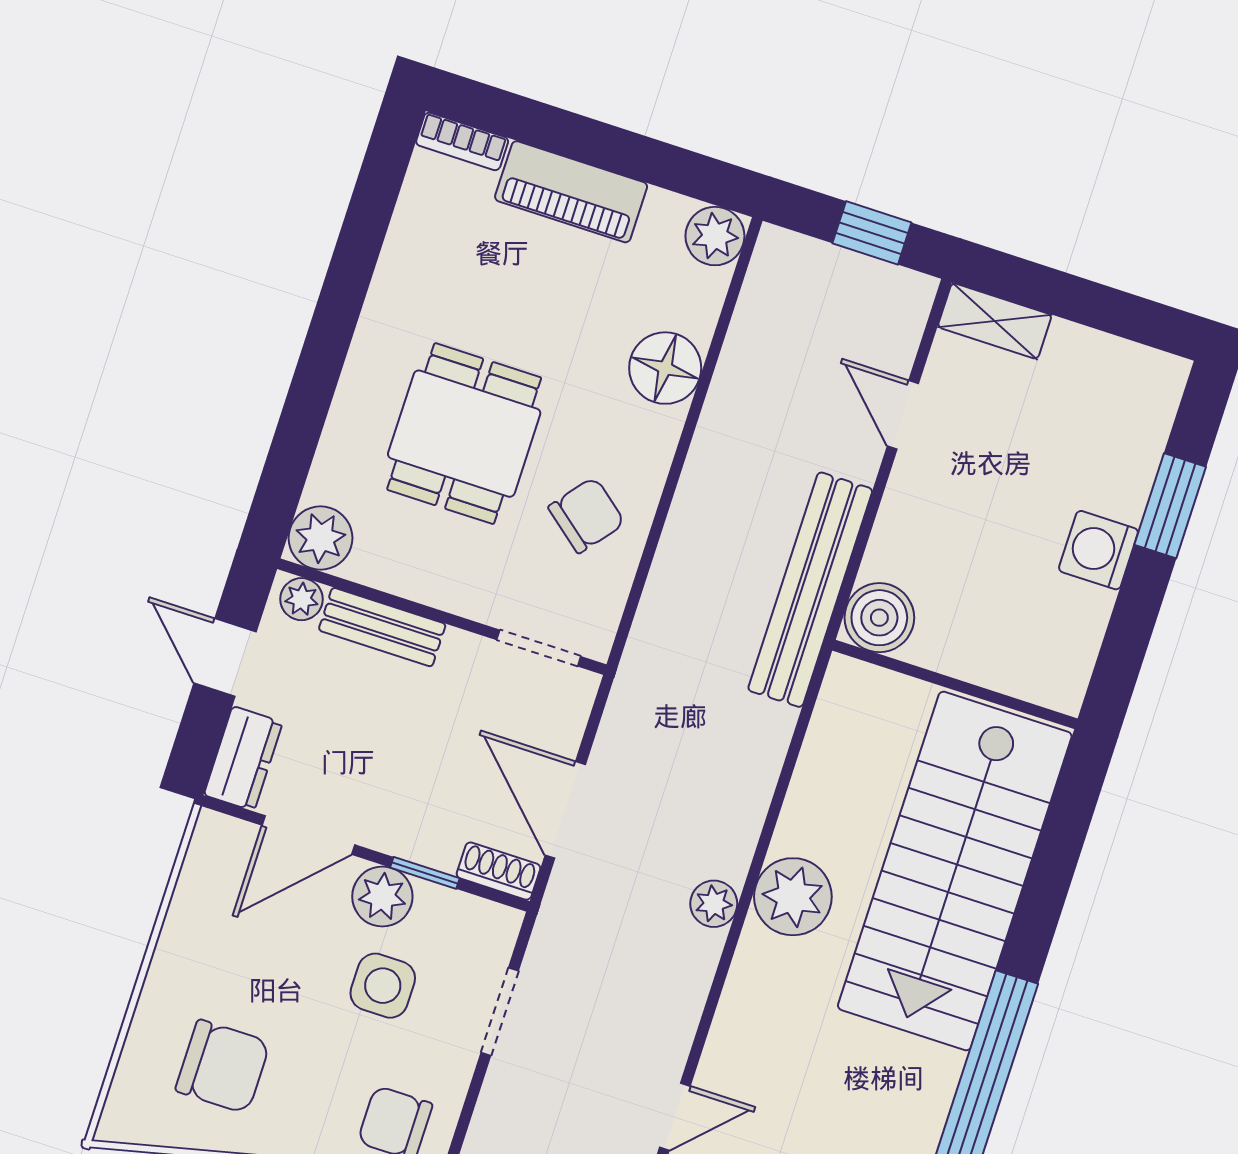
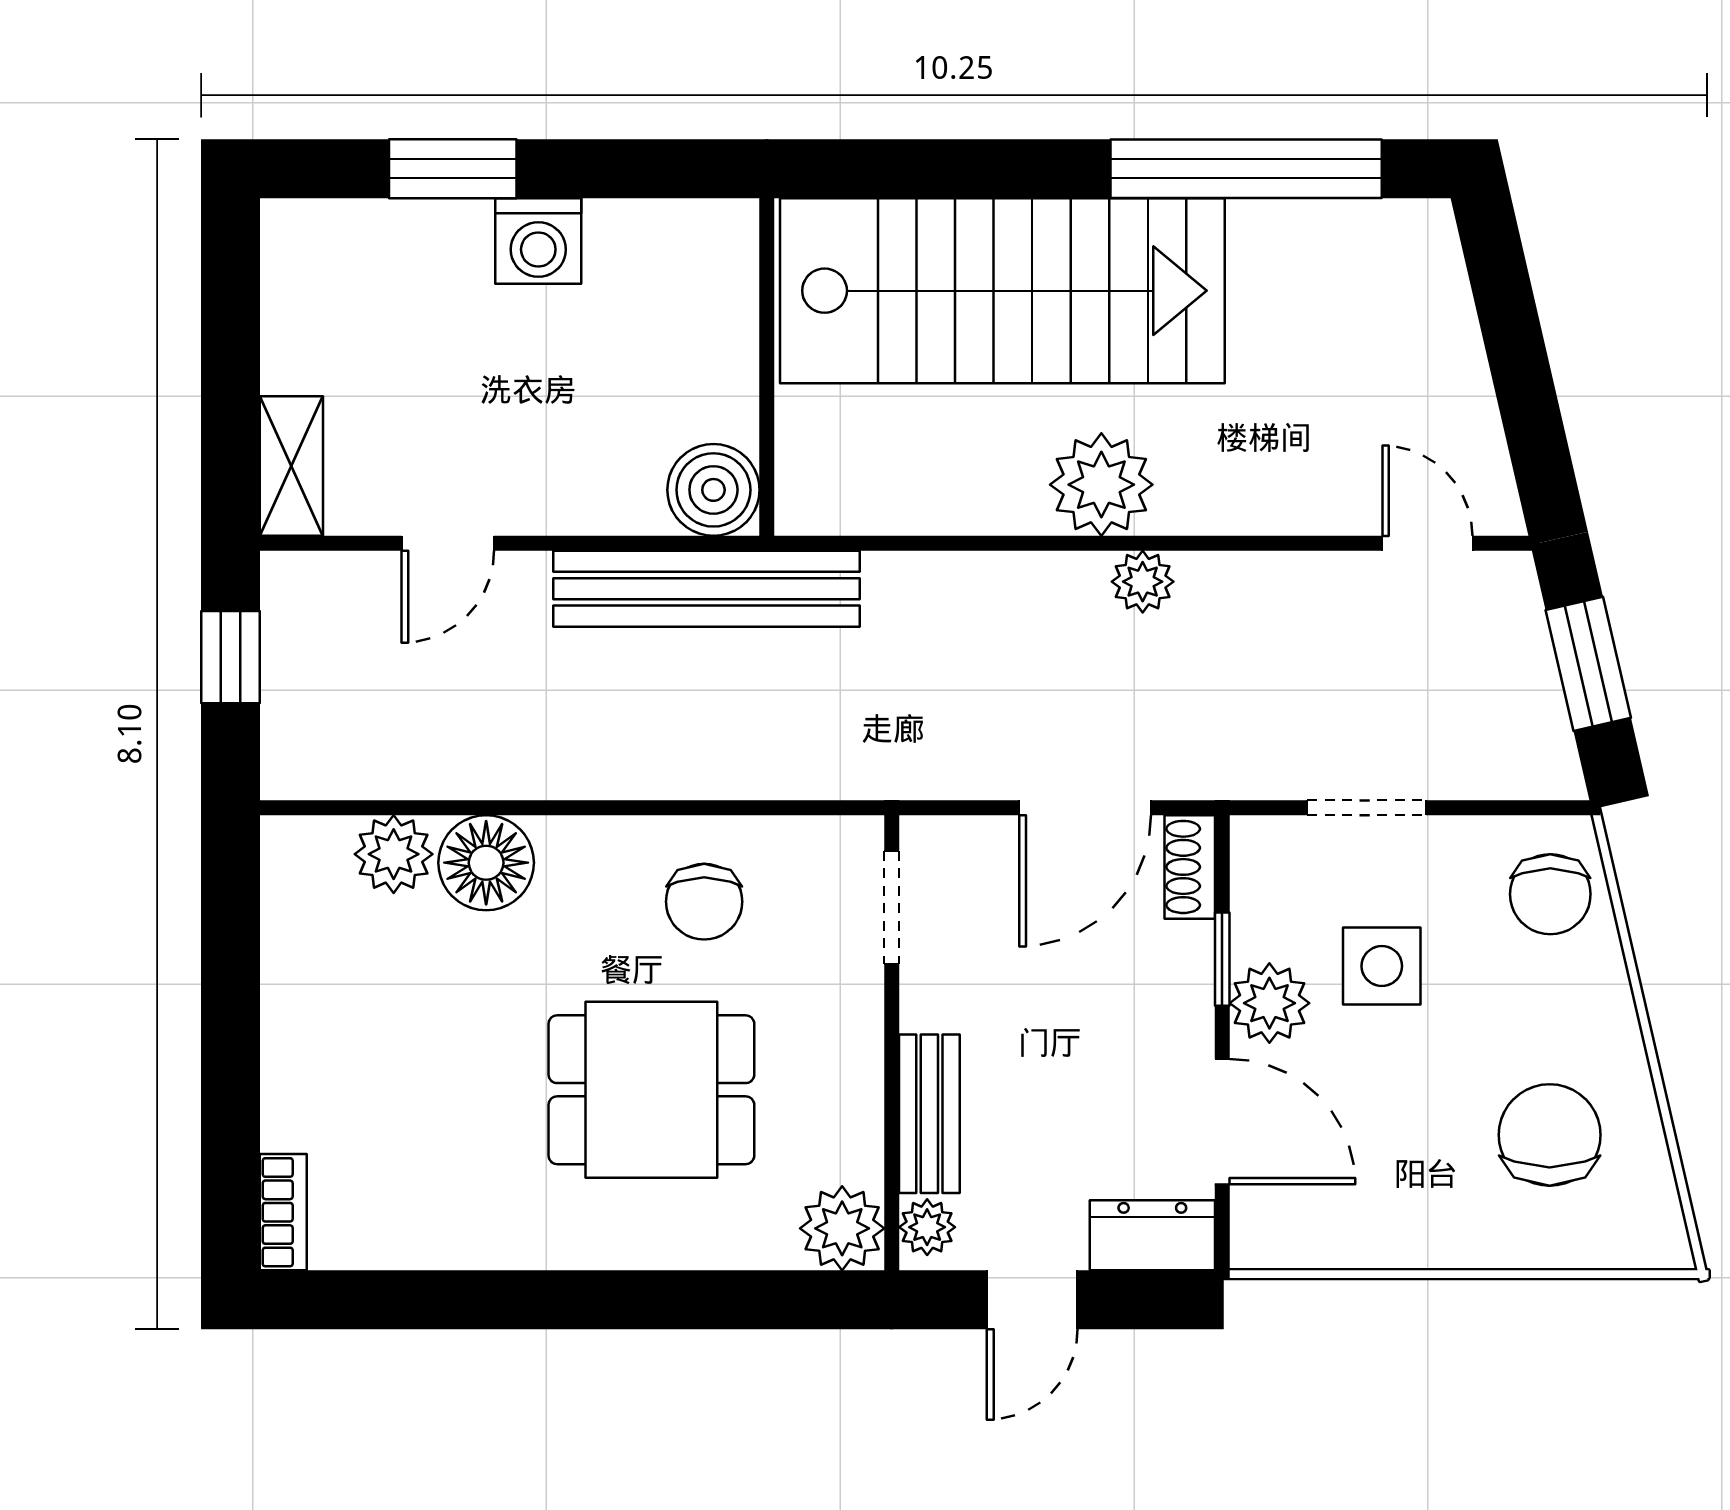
piano: (571, 192) -> (302, 1054), removed
plant: (715, 236) -> (394, 854), moved
chair: (587, 515) -> (704, 902), turned -129

